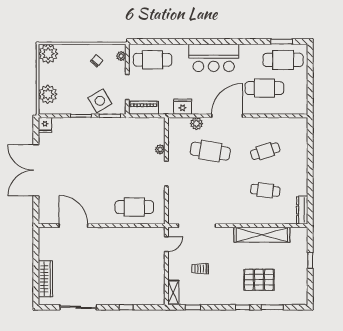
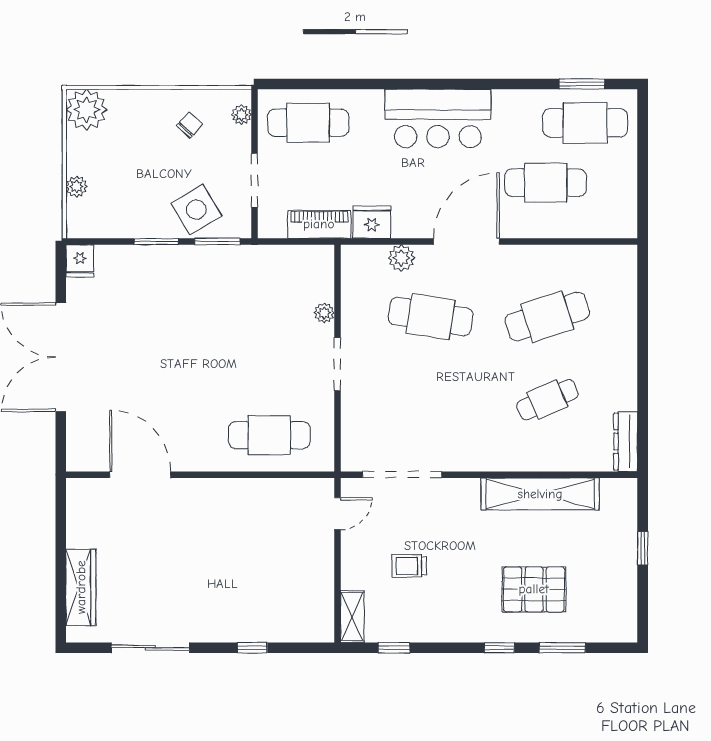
plant: (48, 94) -> (77, 187), width x0.53, depth x0.53
piano: (144, 108) -> (319, 224), moved
cafe table: (265, 151) -> (547, 317), width x1.37, depth x1.35
cafe table: (265, 190) -> (547, 400), turned -30

